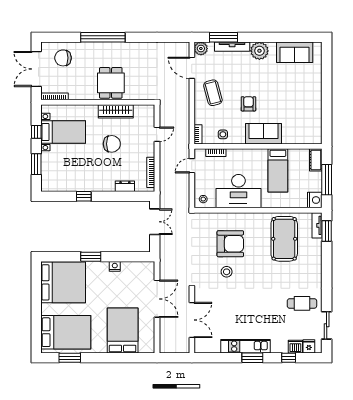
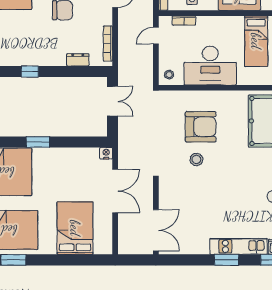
nightstand: (115, 266) -> (106, 153), moved
double door: (192, 320) -> (156, 230), moved
kitchen unit: (245, 346) -> (239, 246), moved

